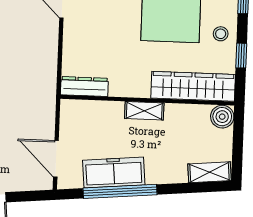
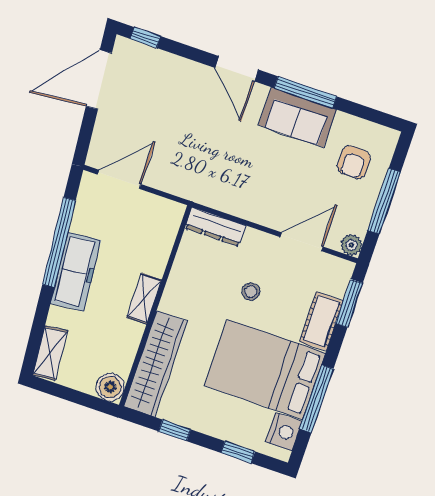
stool: (221, 34) -> (251, 292), moved
dresser: (84, 86) -> (215, 227), moved, turned 90
freezer: (114, 173) -> (76, 272), moved

